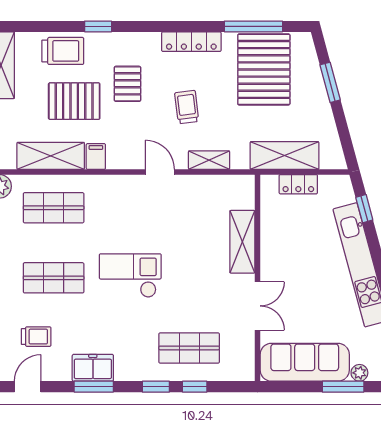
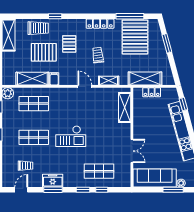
shelving: (242, 242) -> (125, 108), moved
checkout: (130, 276) -> (71, 136), turned 180

